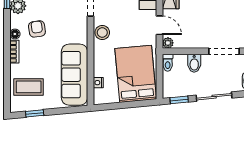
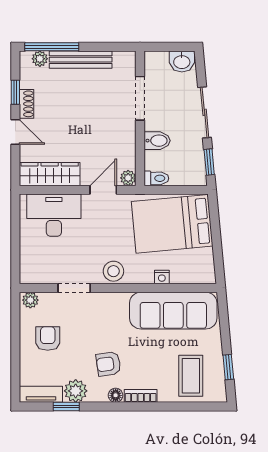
nightstand: (98, 83) -> (162, 277), moved

